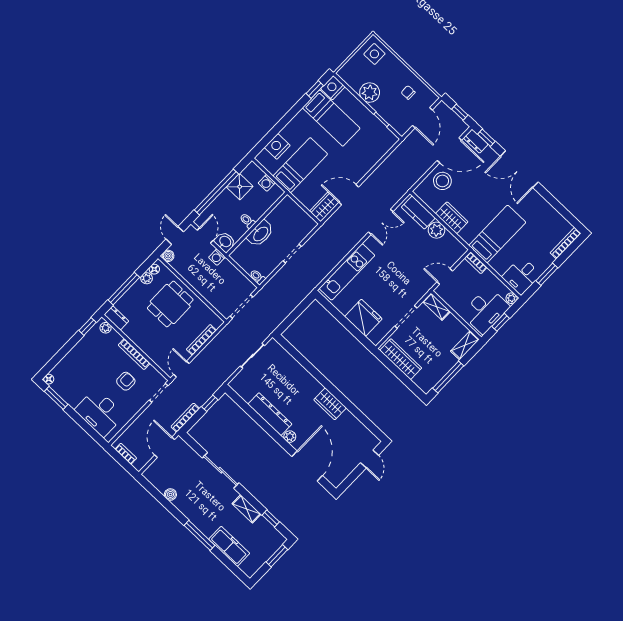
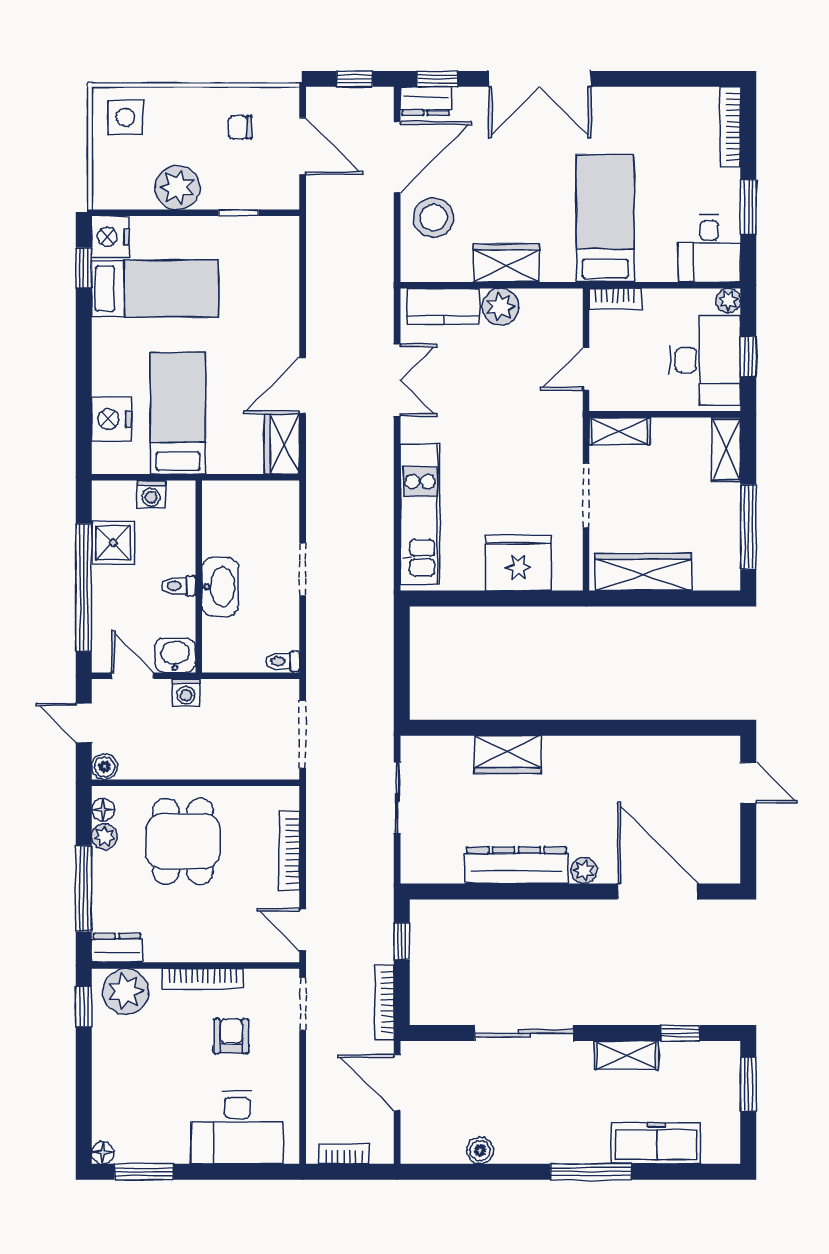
plant: (106, 328) -> (126, 991), width x1.88, depth x1.88
wardrobe: (330, 404) -> (508, 755), moved

